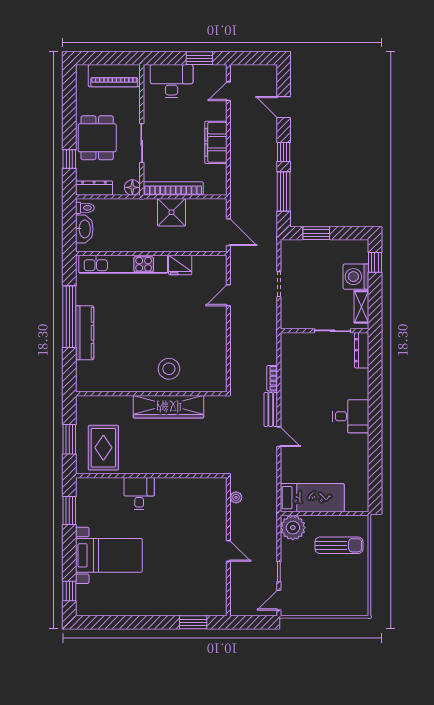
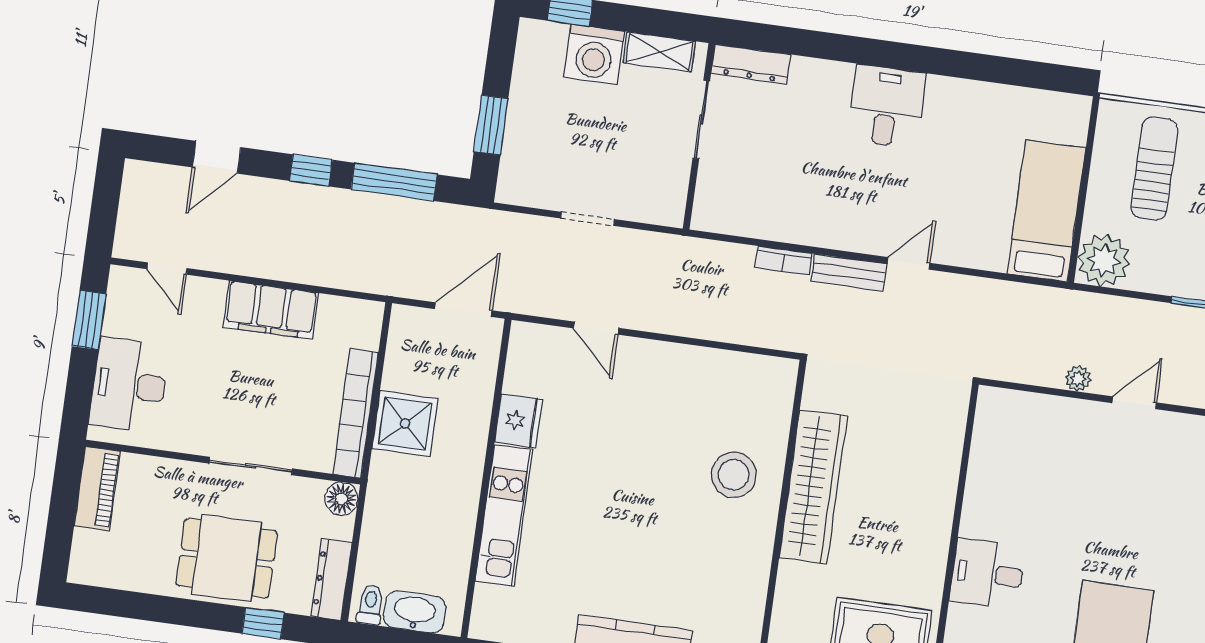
piano: (114, 76) -> (97, 489), width x0.73, depth x0.75
kitchen unit: (123, 264) -> (504, 516), width x0.73
plant: (236, 497) -> (1078, 379), moved

